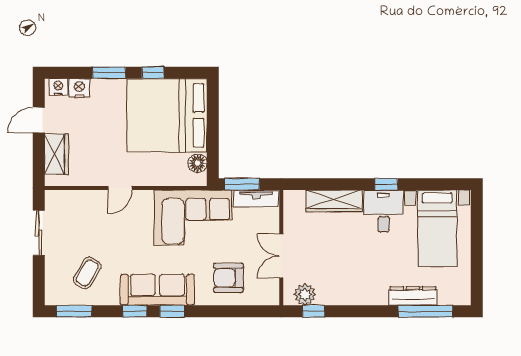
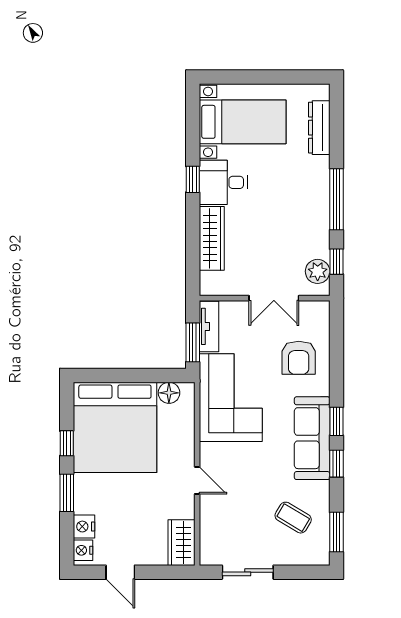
wardrobe: (56, 154) -> (182, 543), moved, turned -90
dresser: (413, 296) -> (319, 128), moved
window: (425, 311) -> (336, 199), moved

